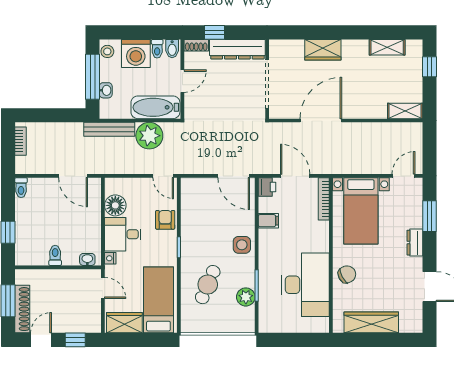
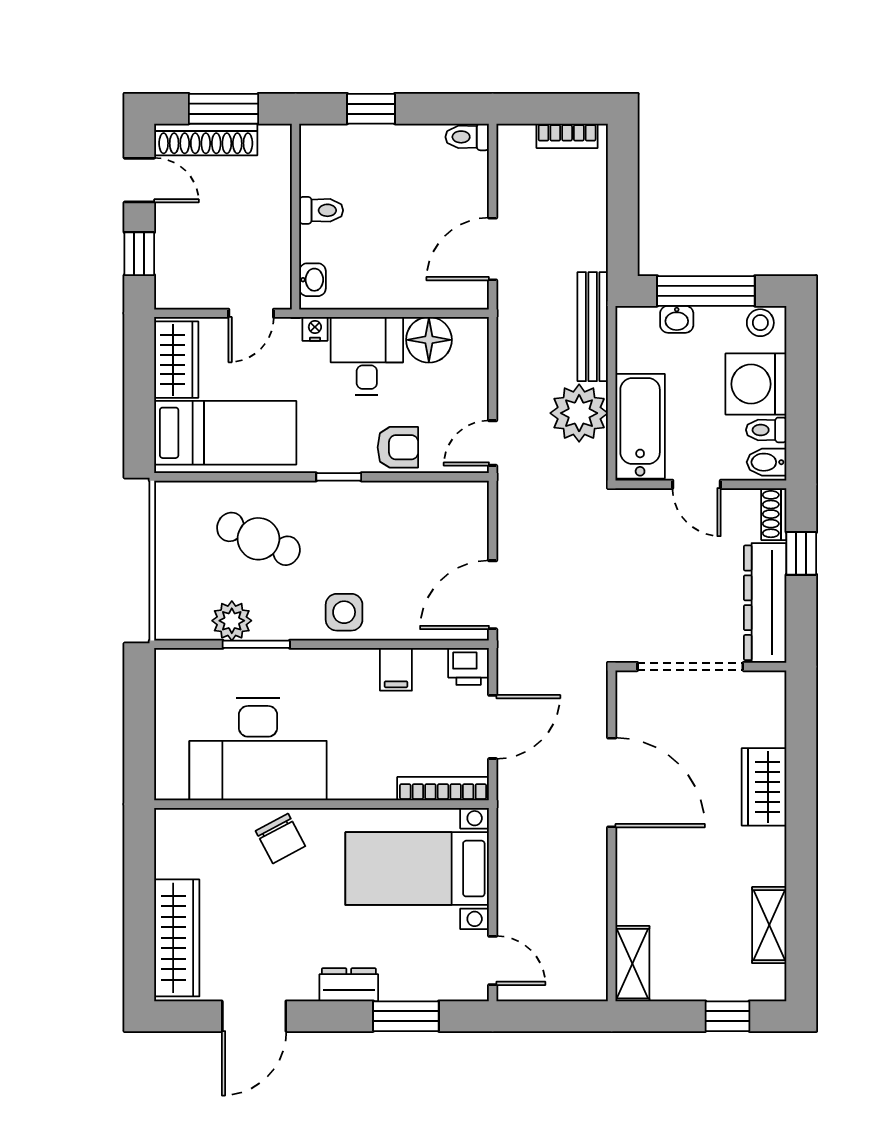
wardrobe: (371, 322) -> (177, 938), moved

